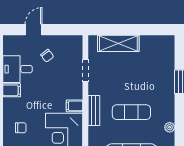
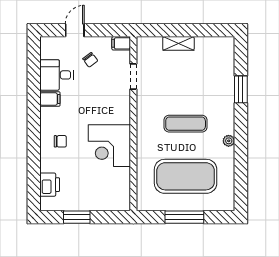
shelving: (118, 43) -> (178, 43), width x0.67, depth x0.75
filing cabinet: (75, 106) -> (121, 43), moved
bench: (94, 110) -> (143, 122), removed

